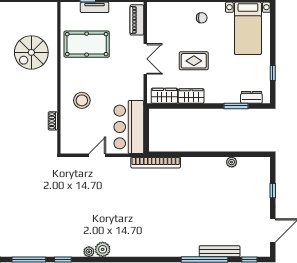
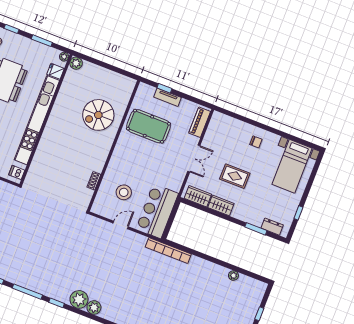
stool: (82, 100) -> (124, 192), moved
plant: (89, 252) -> (79, 299), width x1.88, depth x1.88

